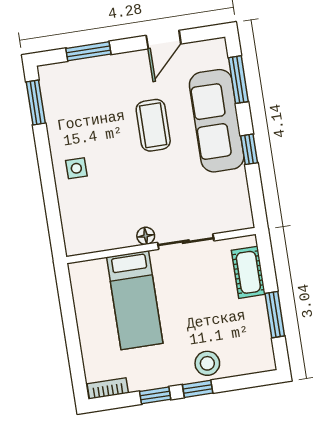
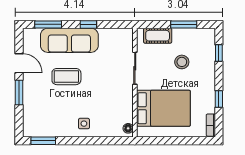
window: (88, 51) -> (19, 92), moved
floor lamp: (146, 236) -> (128, 128), moved
bed: (135, 300) -> (163, 108), width x1.50
stool: (207, 363) -> (182, 62), moved
window: (198, 389) -> (219, 53), moved

